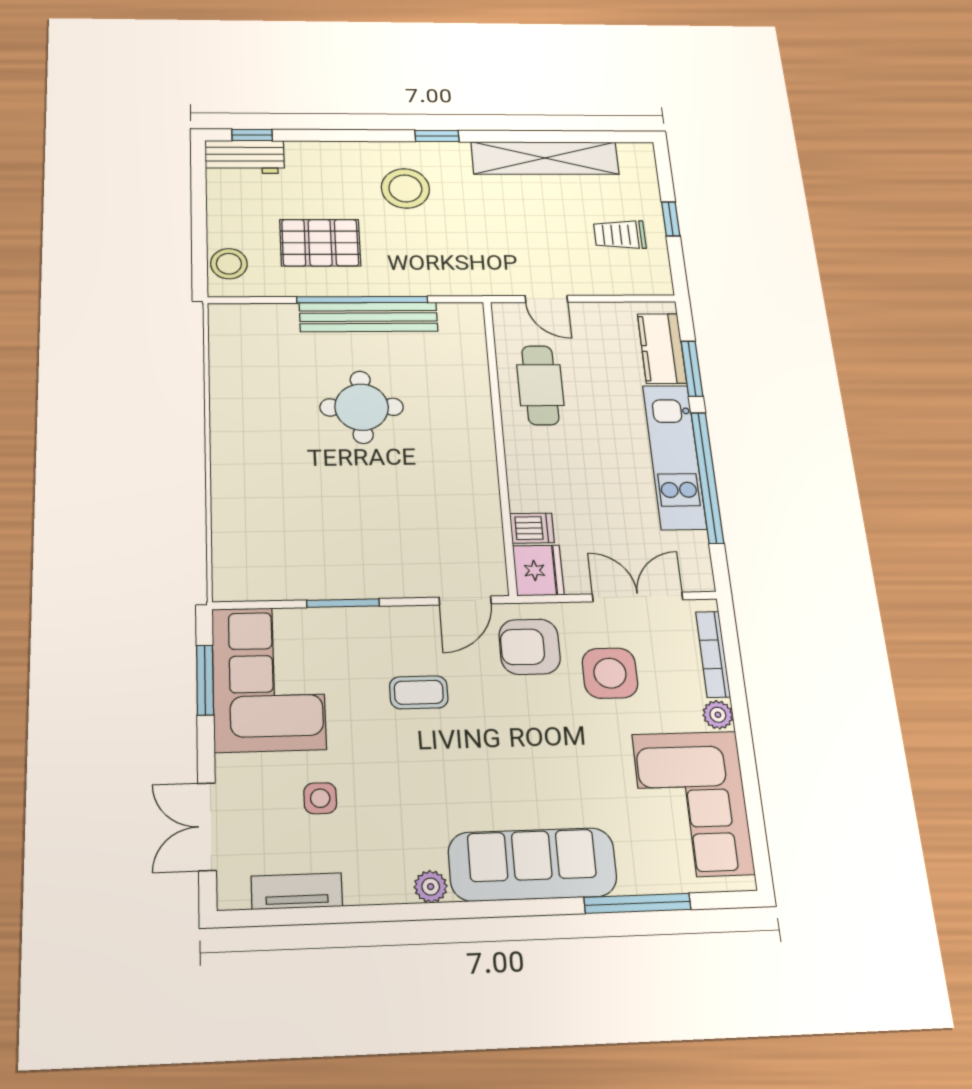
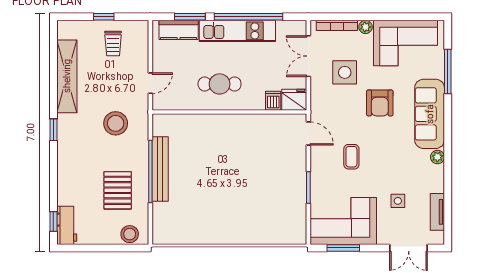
stool: (405, 188) -> (116, 123), moved
cafe table: (540, 385) -> (220, 84), moved
round table: (362, 407) -> (209, 175), removed
armchair: (530, 647) -> (380, 103), moved

